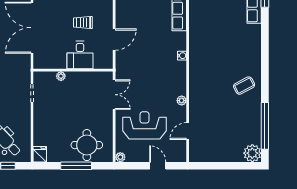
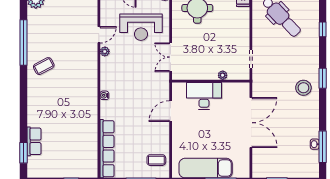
trolley: (83, 23) -> (201, 128), removed
desk: (80, 55) -> (204, 96), width x1.37
window: (265, 126) -> (23, 43), moved
door: (188, 131) -> (99, 35), moved

